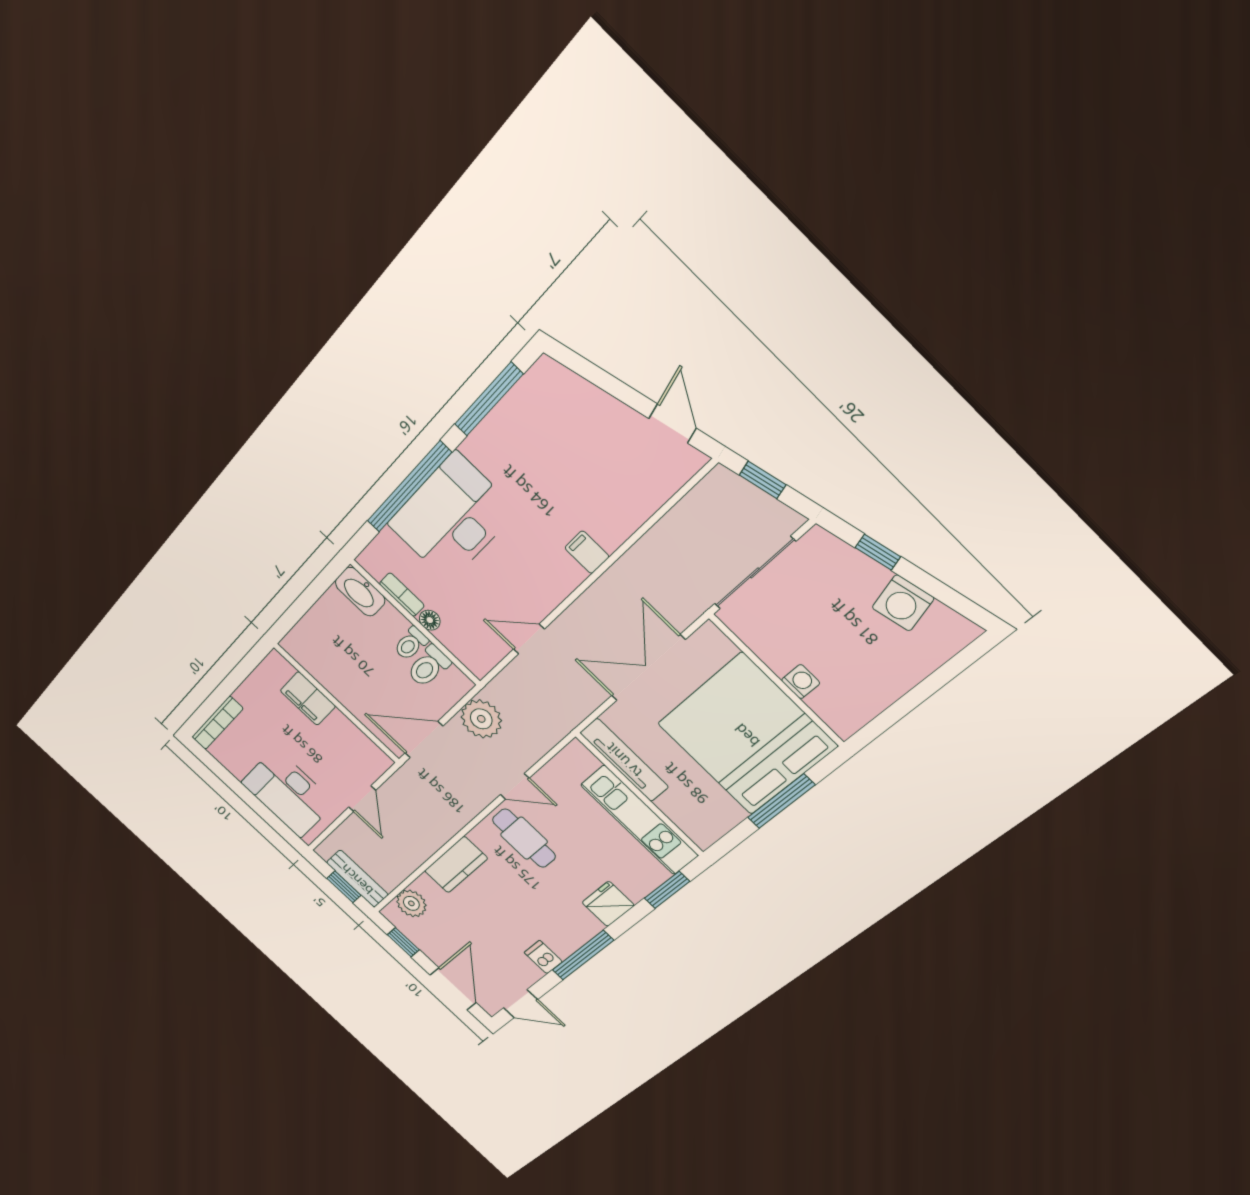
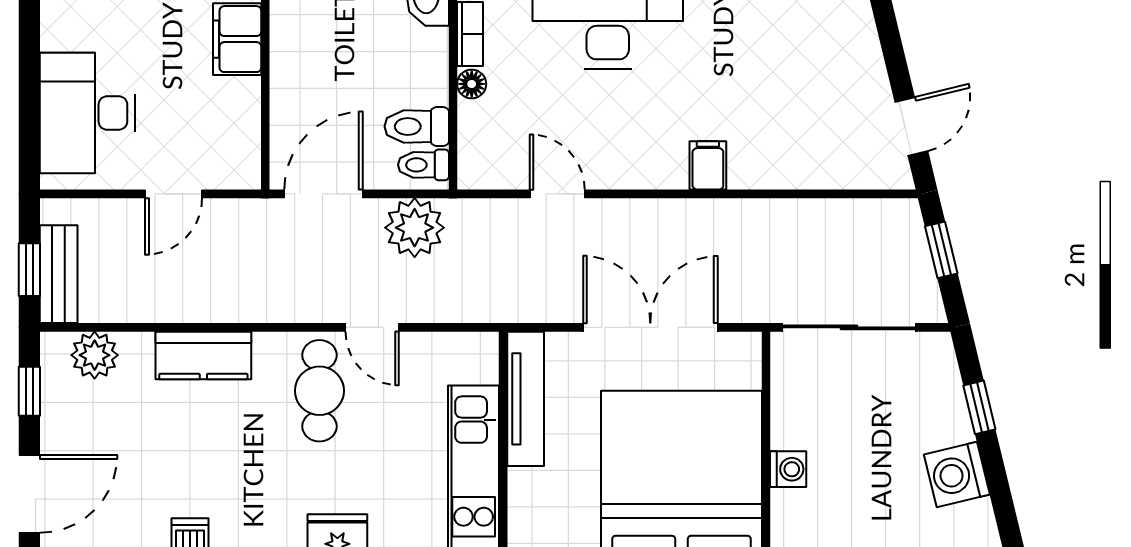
toilet: (411, 644) -> (424, 165), moved
door: (424, 740) -> (324, 194), hinge flipped

